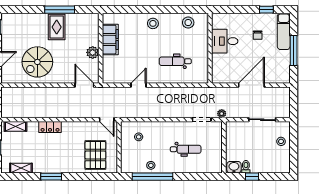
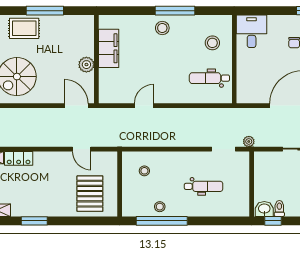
window: (163, 10) -> (175, 11), added
stool: (188, 23) -> (212, 43), moved
rug: (57, 27) -> (24, 28), moved, turned 90
desk: (225, 41) -> (252, 31), moved, turned 90
dental chair: (175, 61) -> (209, 78), moved
door: (107, 120) -> (82, 149), moved
locker: (50, 127) -> (19, 158), moved
window: (252, 177) -> (273, 221), moved

